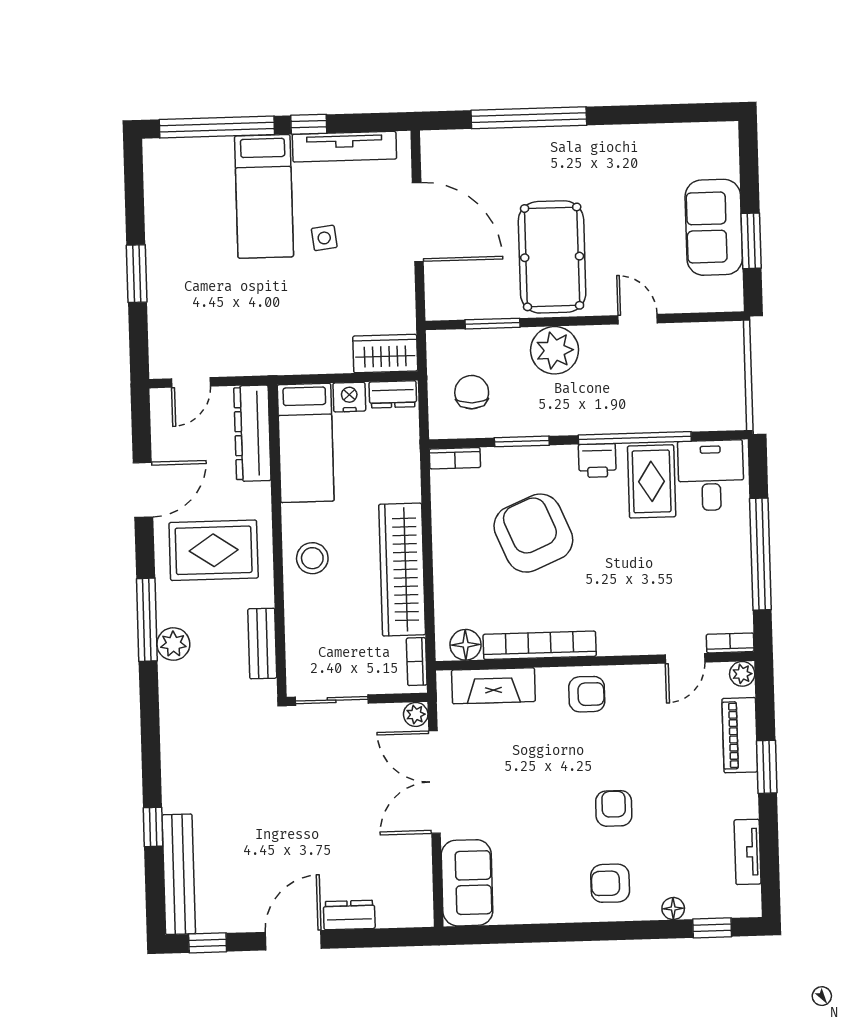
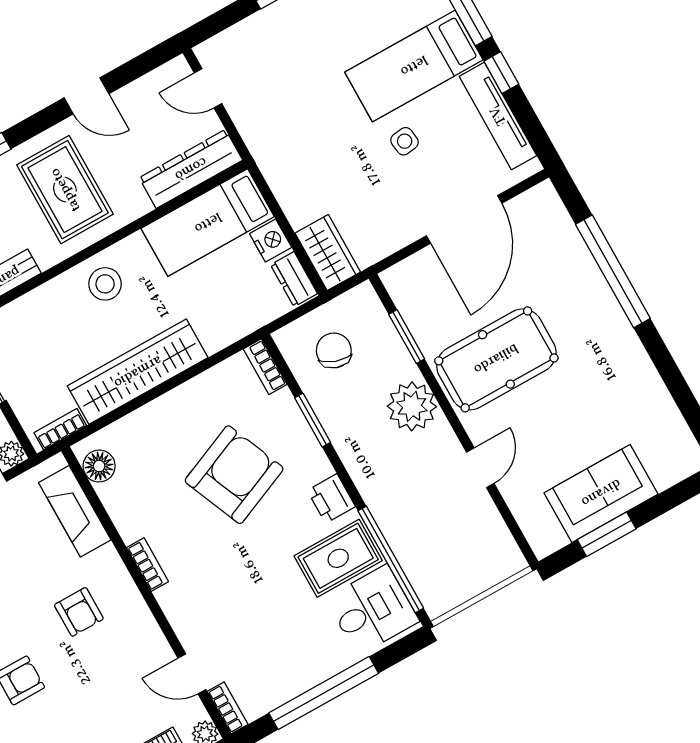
chair: (472, 392) -> (334, 350), turned -71
window: (635, 438) -> (391, 559), moved
door: (143, 490) -> (87, 96), width x0.73
bookcase: (540, 645) -> (148, 565), width x0.43, depth x0.76
armchair: (587, 694) -> (79, 612), moved

